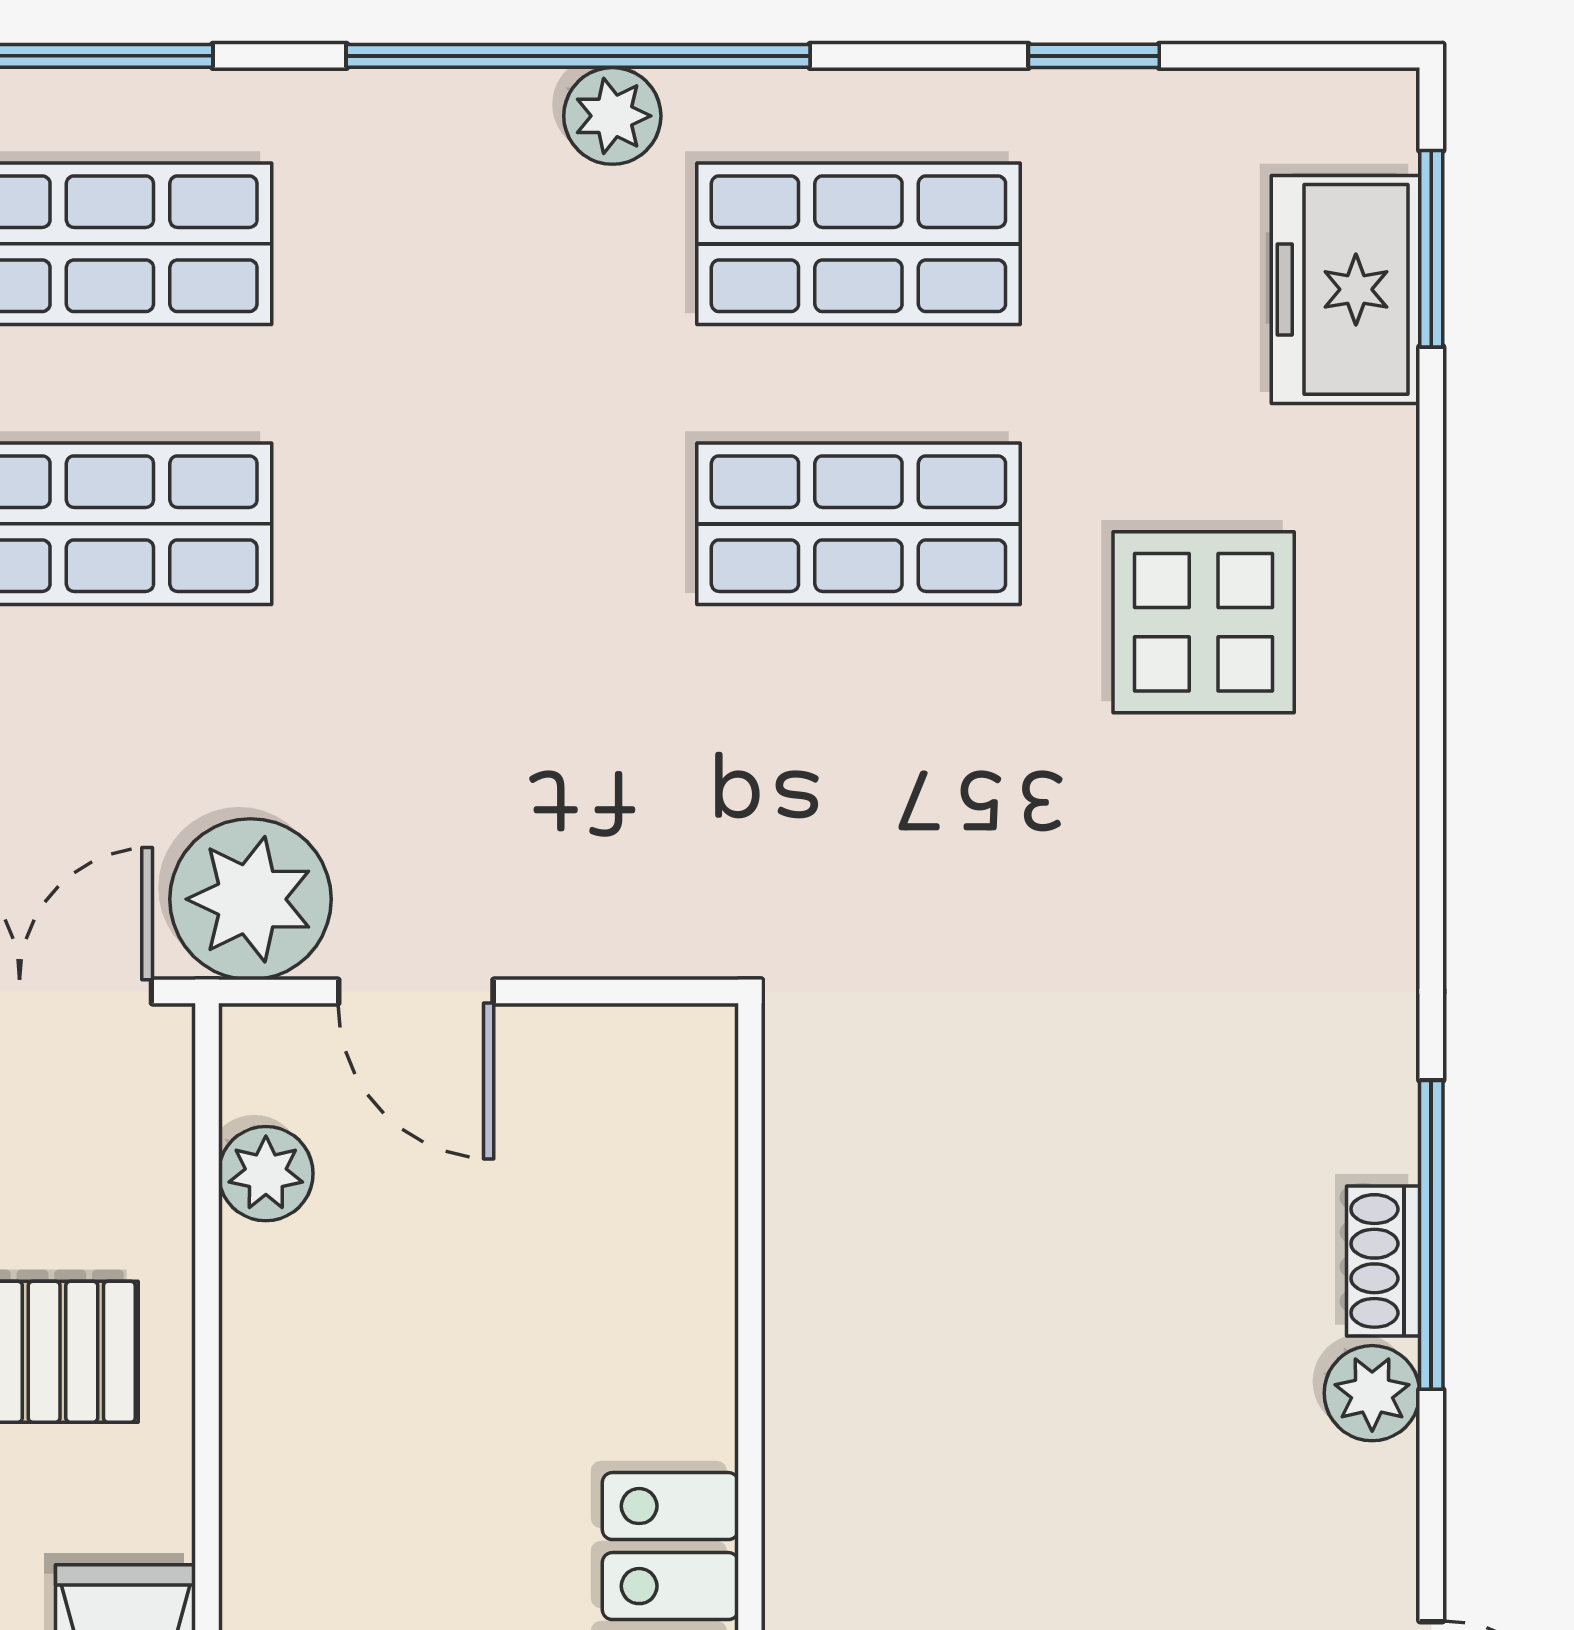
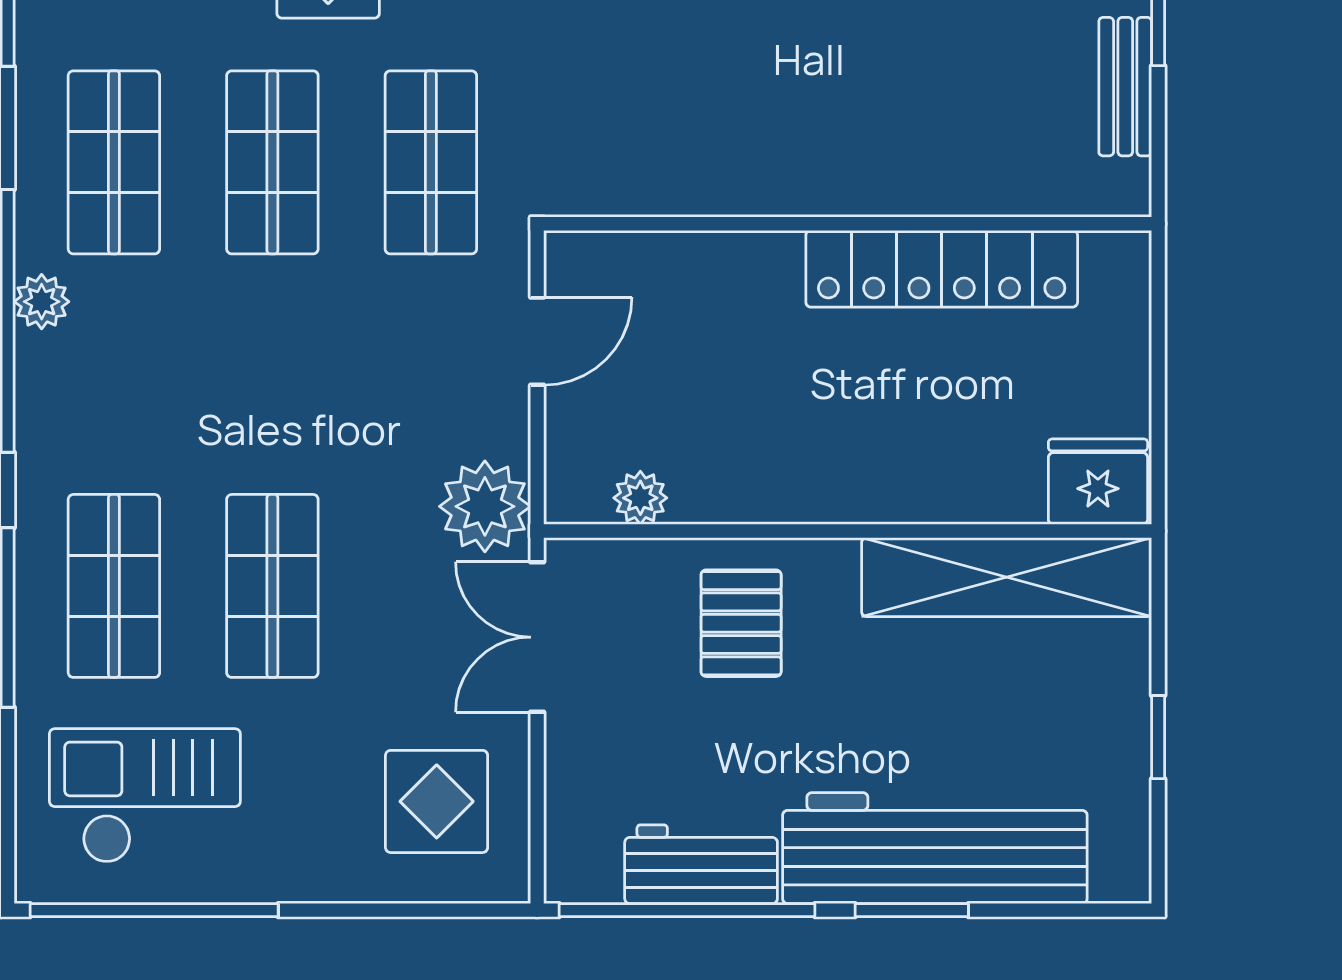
shop shelf: (858, 804) -> (431, 162), added
door: (416, 991) -> (537, 341), moved

